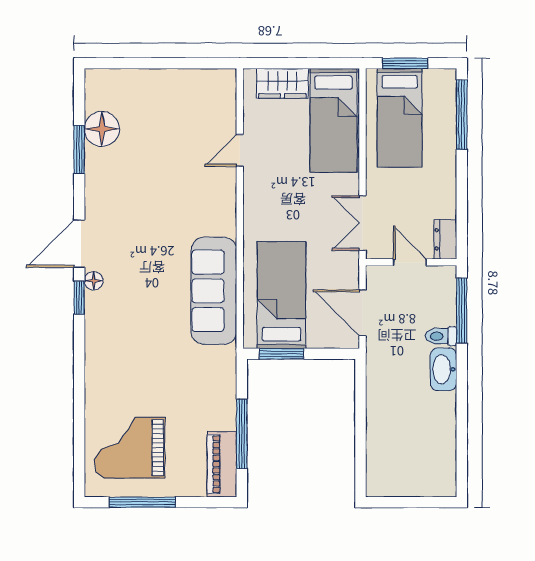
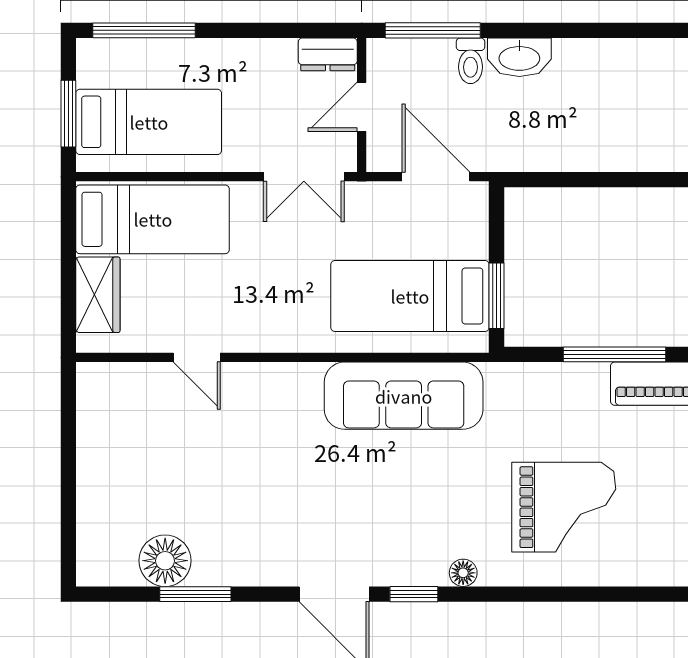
floor lamp: (94, 281) -> (463, 573), moved
door: (362, 313) -> (436, 177), swing flipped
grand piano: (130, 448) -> (564, 507), moved, turned -90

